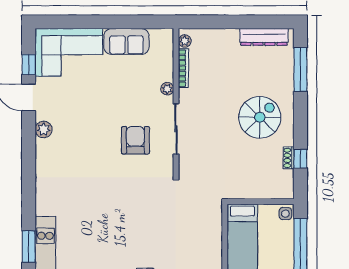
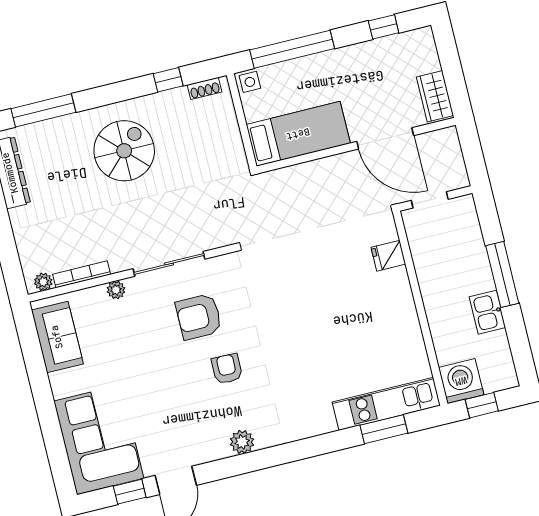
sofa: (126, 41) -> (57, 337), moved
spiral stairs: (260, 117) -> (124, 151), turned 90
plant: (44, 129) -> (242, 442), moved
armchair: (96, 151) -> (227, 369), added
shoe rack: (289, 158) -> (205, 88), moved

